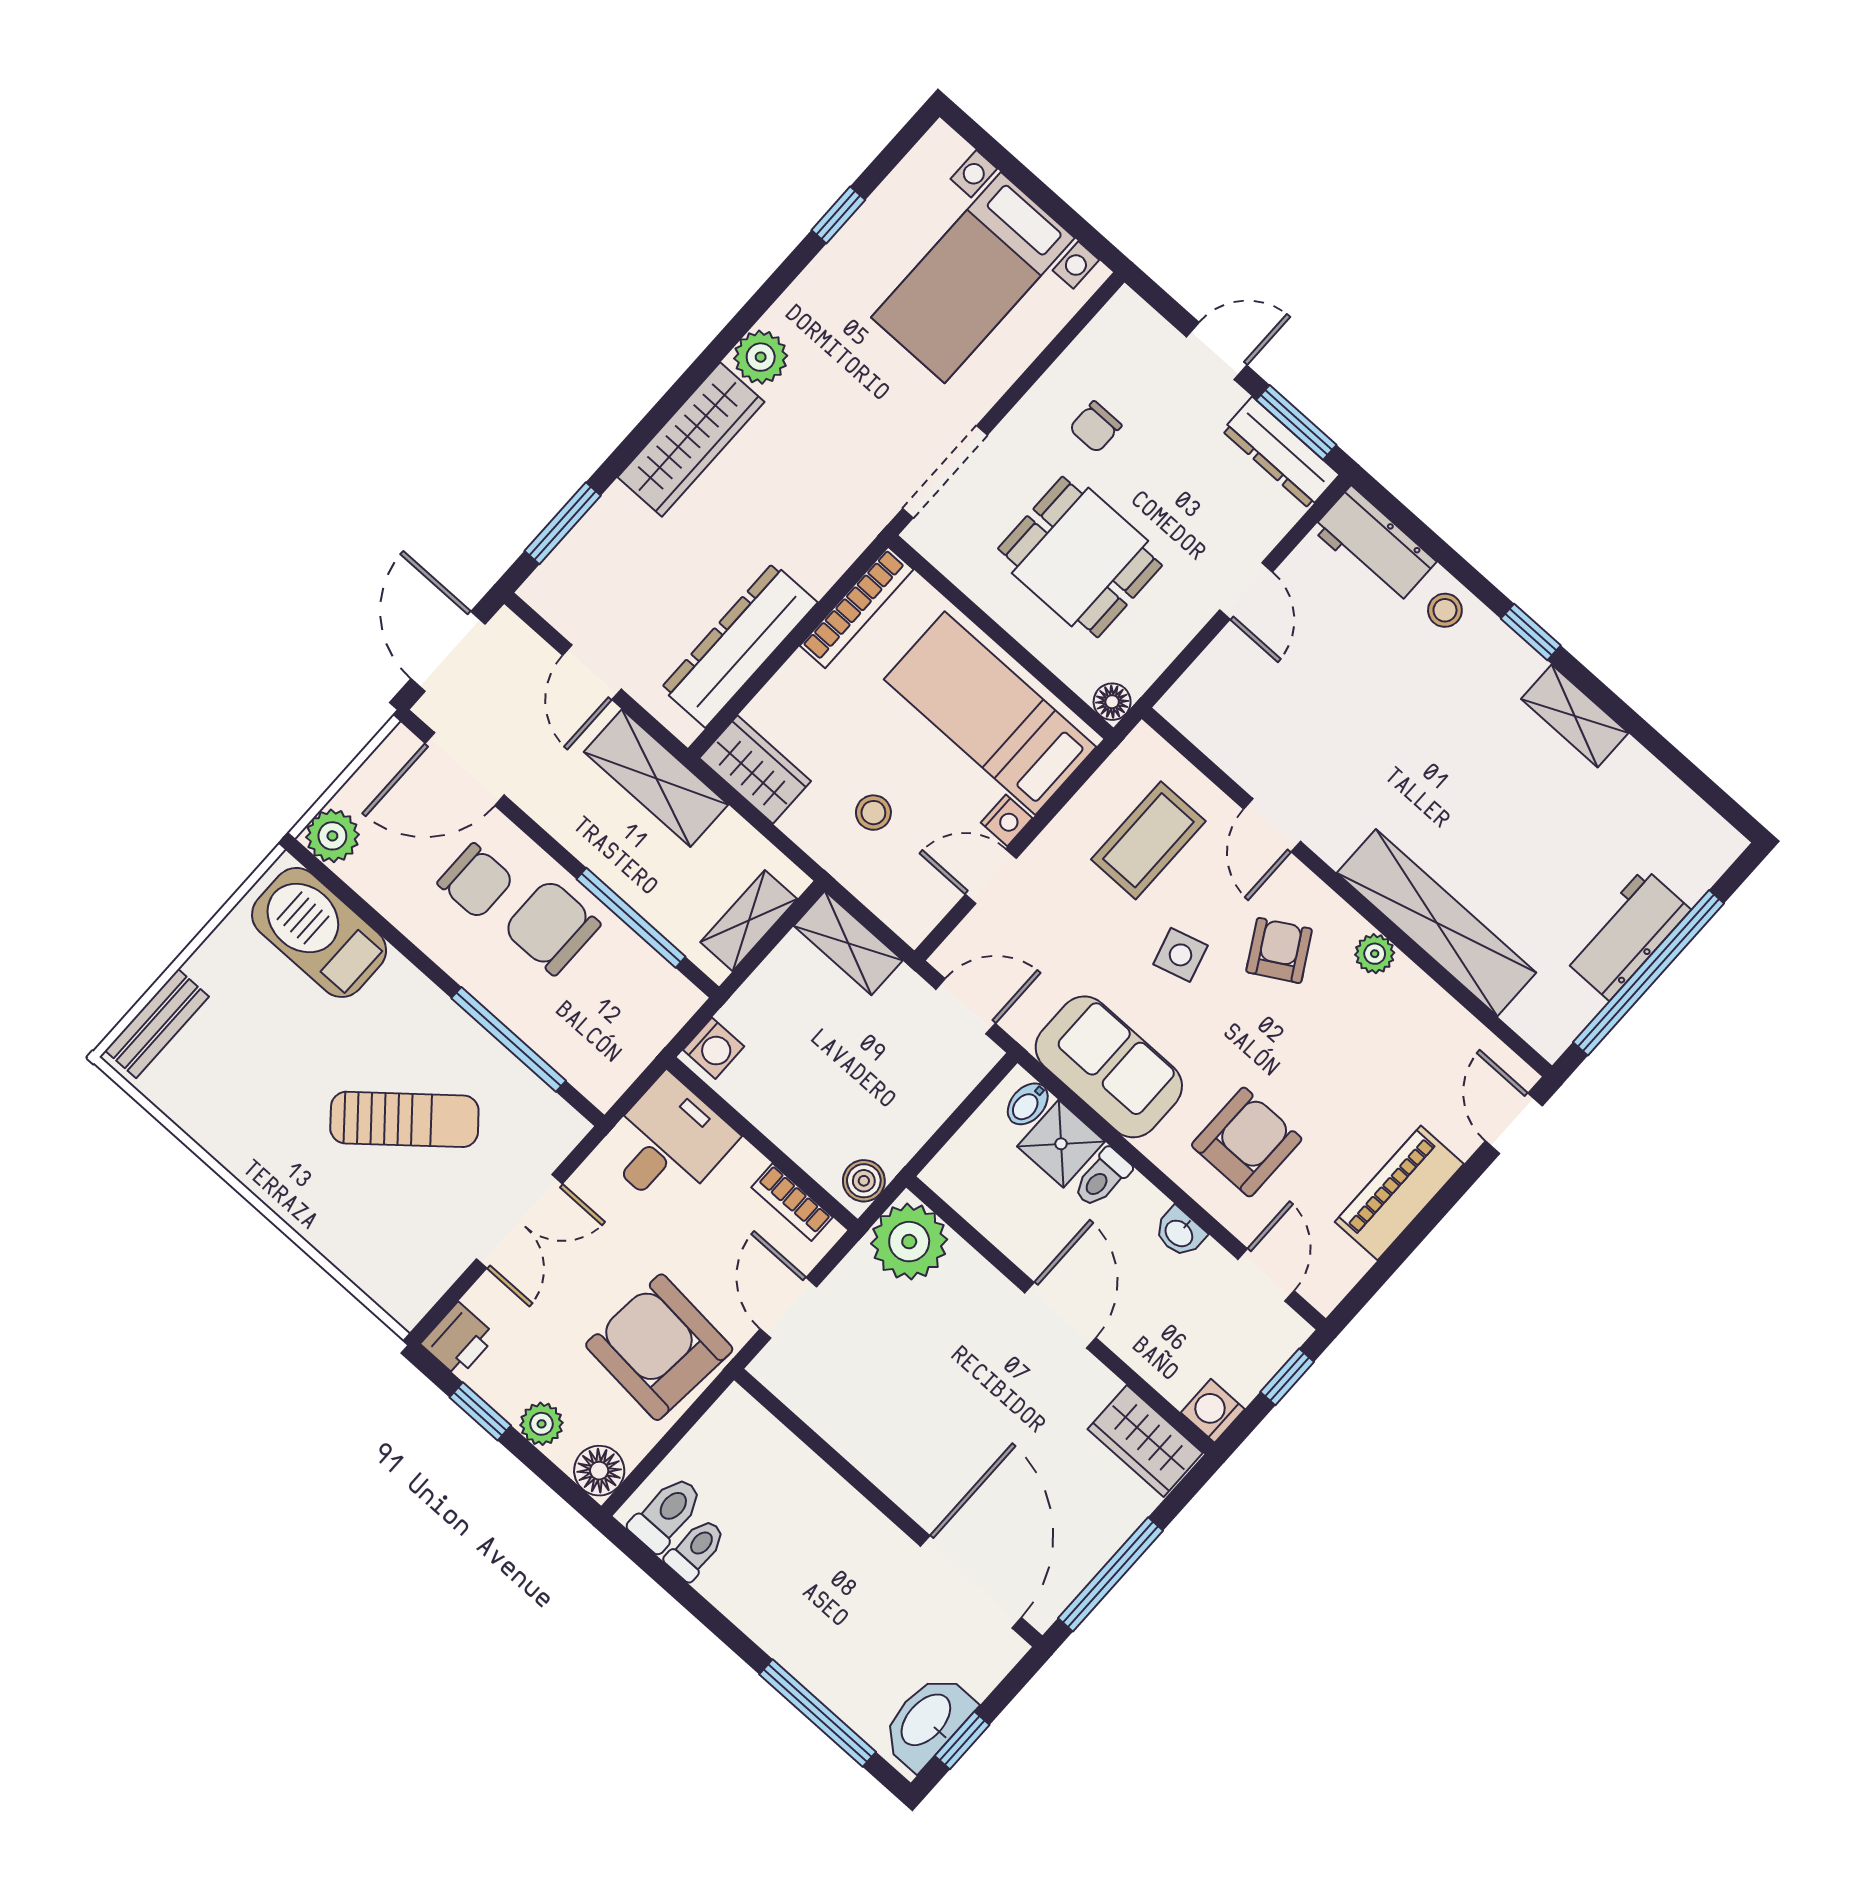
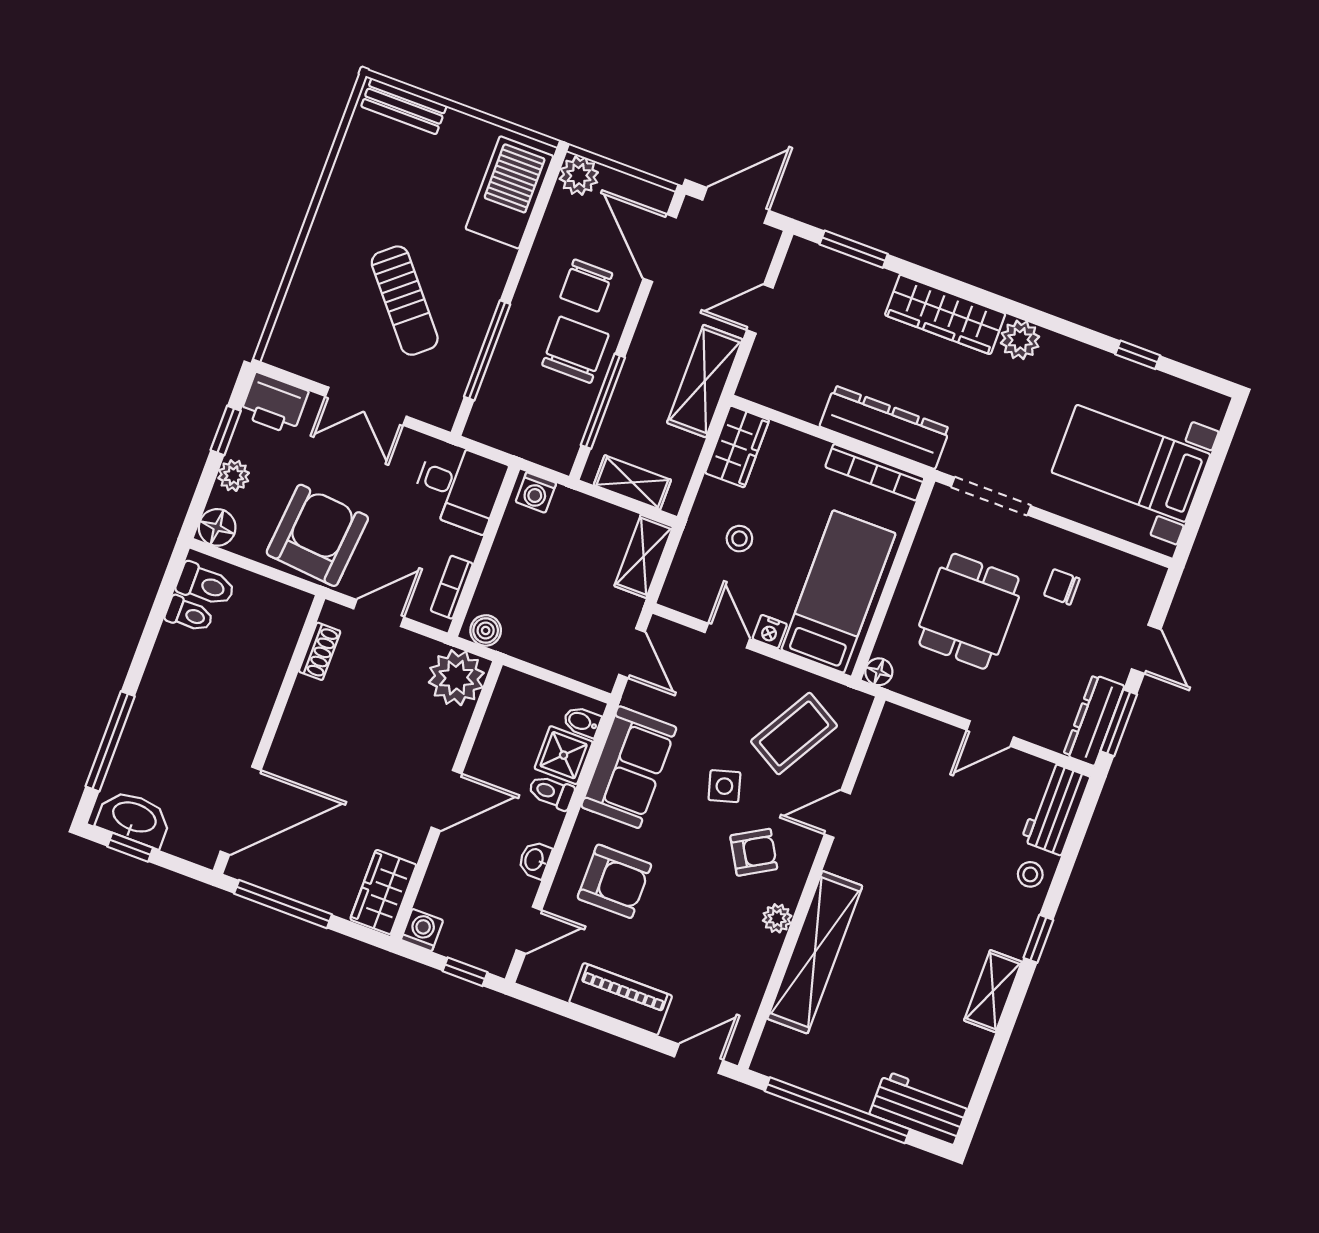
dresser: (739, 645) -> (885, 427), moved
coffee table: (1148, 840) -> (794, 734), turned -60
workbench: (1627, 934) -> (919, 1108), moved
printer: (458, 1340) -> (274, 403), width x1.36, depth x1.24
shoe rack: (808, 1402) -> (320, 651), added

